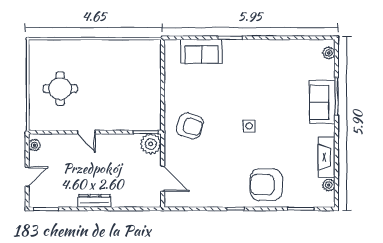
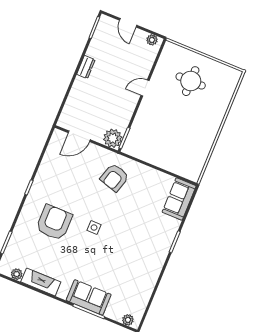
sofa: (202, 51) -> (179, 199), moved
armchair: (266, 185) -> (54, 223), moved
dresser: (95, 201) -> (86, 67), width x0.70

